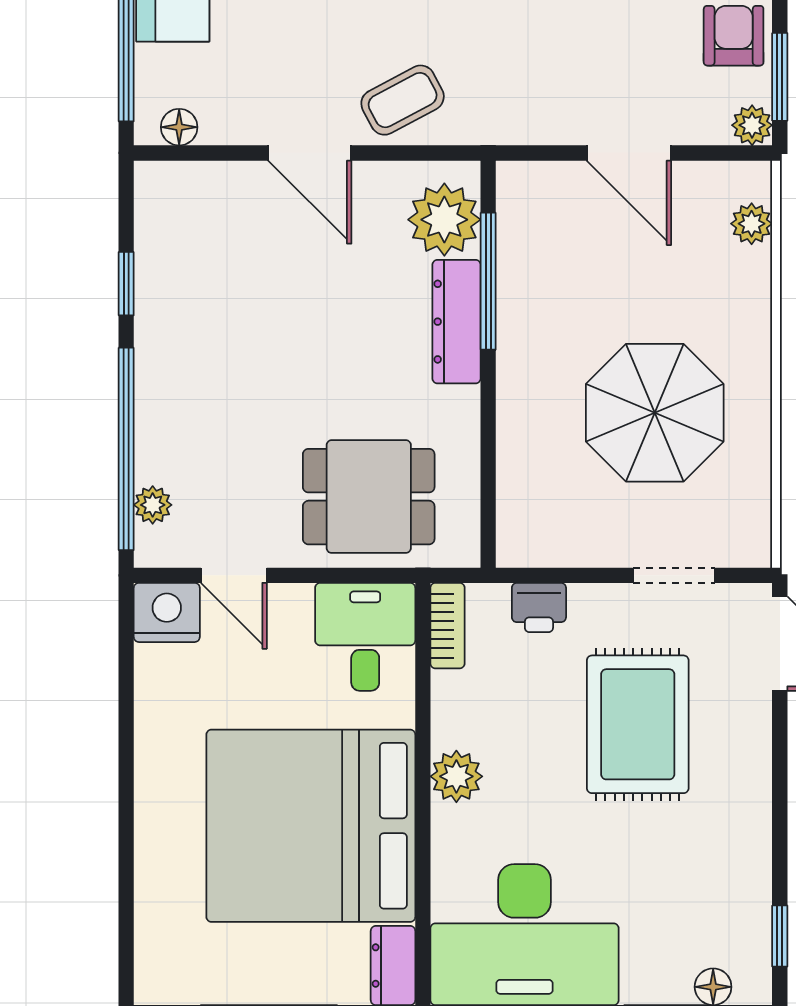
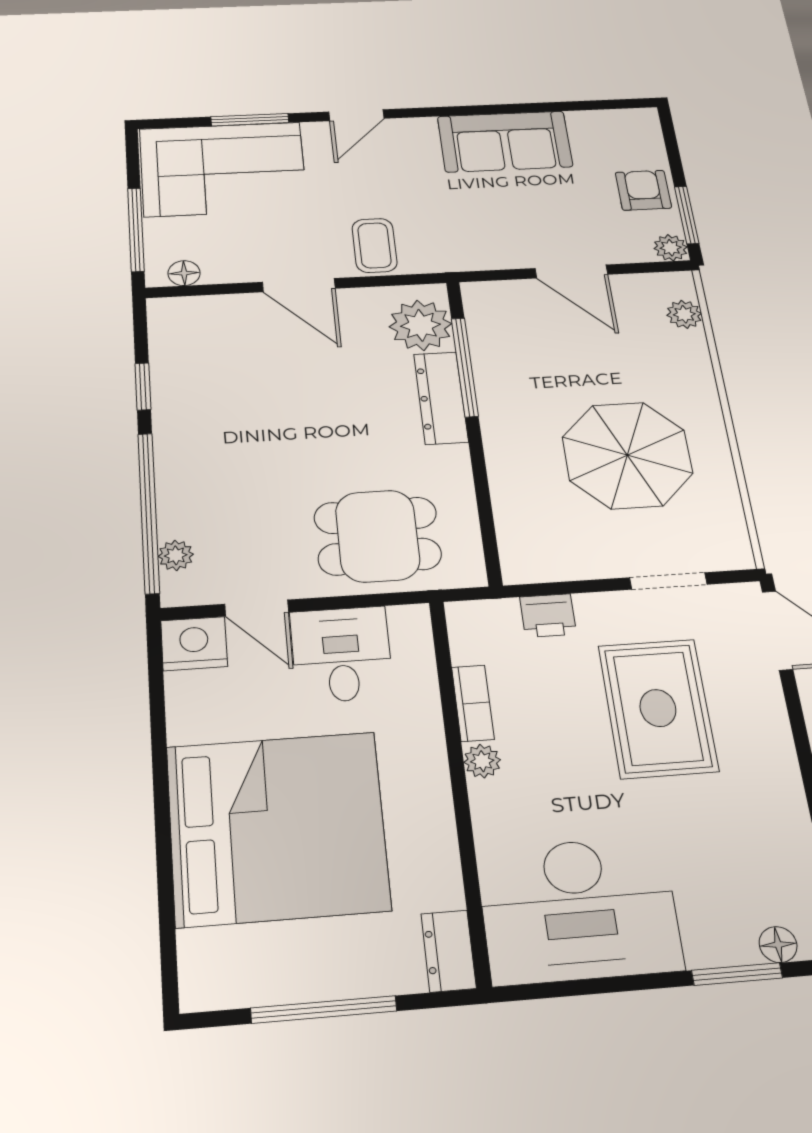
coffee table: (403, 100) -> (375, 245), turned -62
bookcase: (447, 626) -> (473, 703), moved
desk: (365, 637) -> (342, 654), moved
plant: (456, 776) -> (482, 761), width x0.73, depth x0.73
bed: (311, 826) -> (277, 828), moved, turned 180

